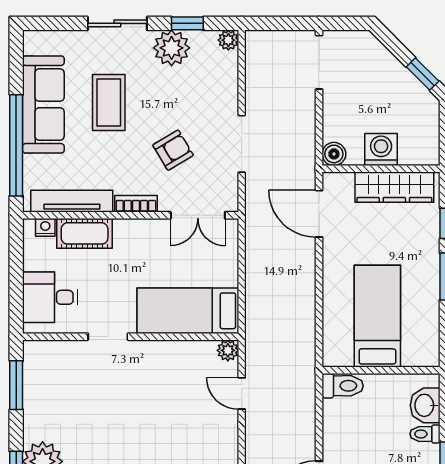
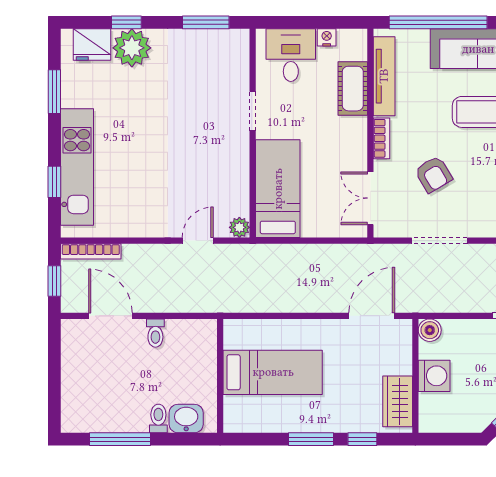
wardrobe: (394, 187) -> (398, 401), width x0.67
nightstand: (45, 227) -> (327, 37), moved, turned -90
toilet: (343, 386) -> (155, 333), moved, width x0.73, depth x0.72

